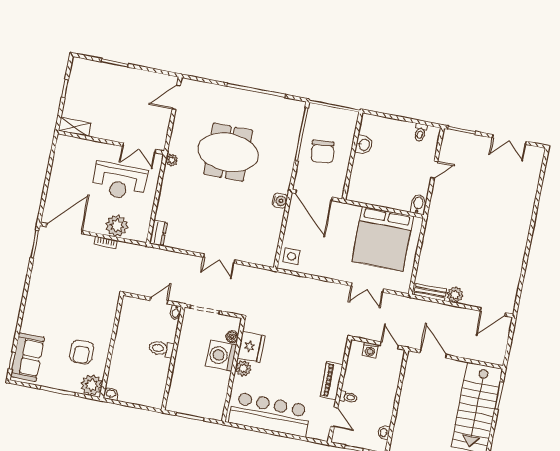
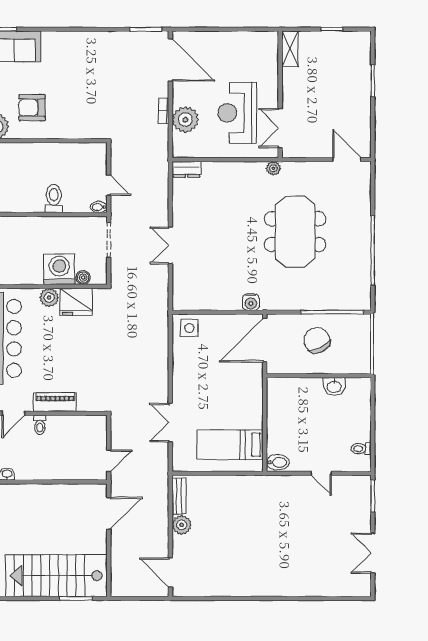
chair: (323, 152) -> (317, 340), turned 72
bed: (383, 239) -> (230, 445), width x0.49
washing machine: (370, 350) -> (99, 440), removed

